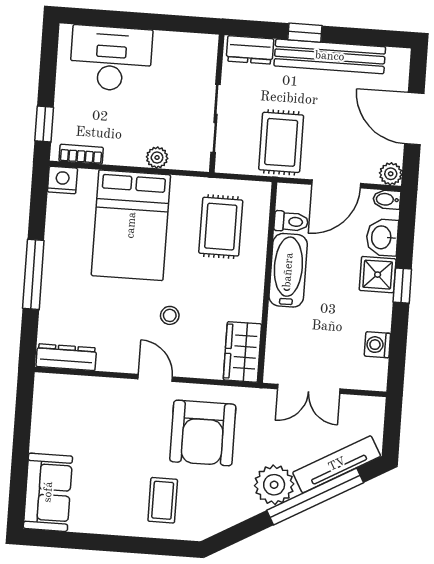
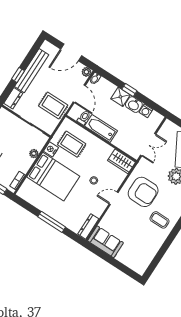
nightstand: (62, 180) -> (51, 149), moved
washbasin: (382, 237) -> (134, 105), moved
sofa: (48, 492) -> (105, 242), moved

